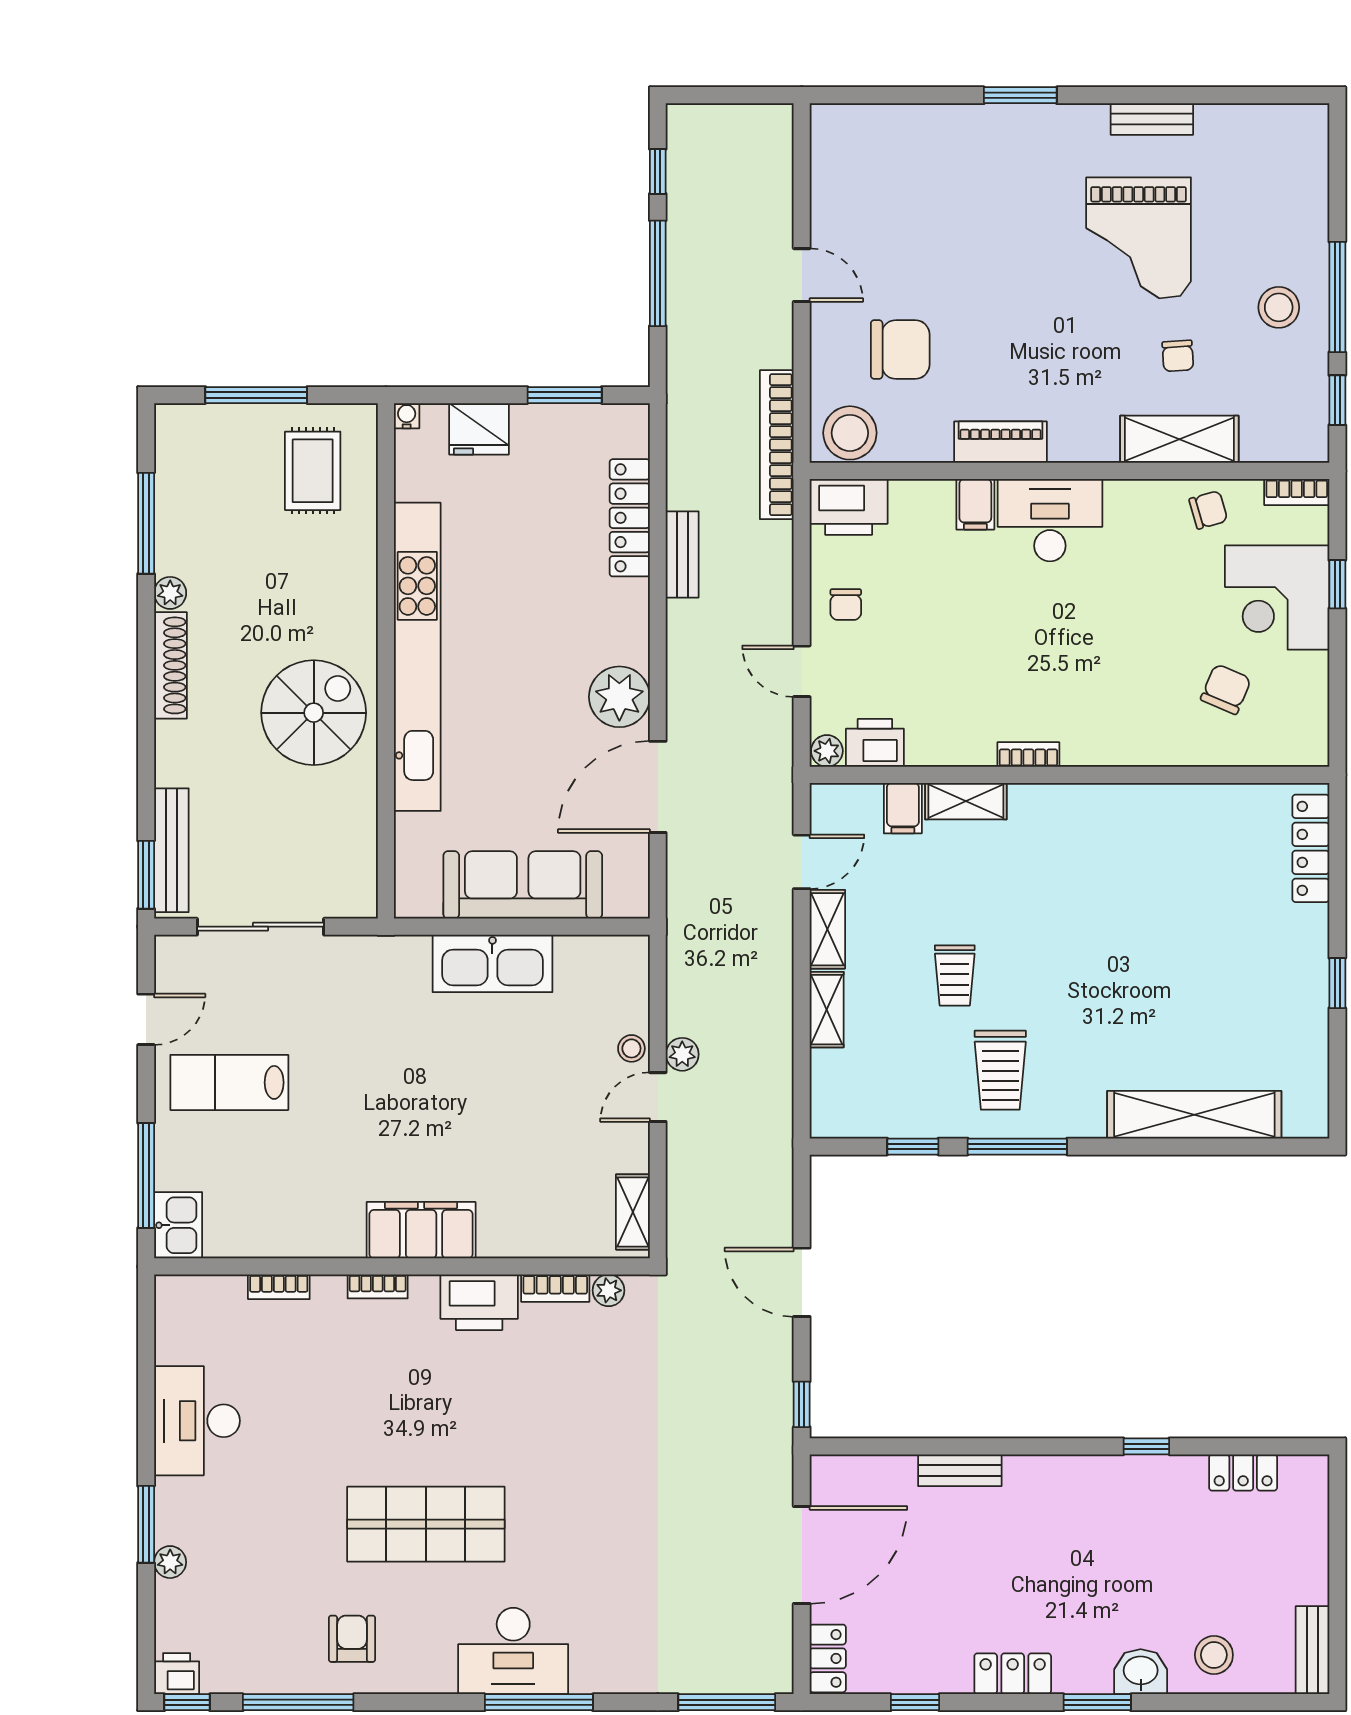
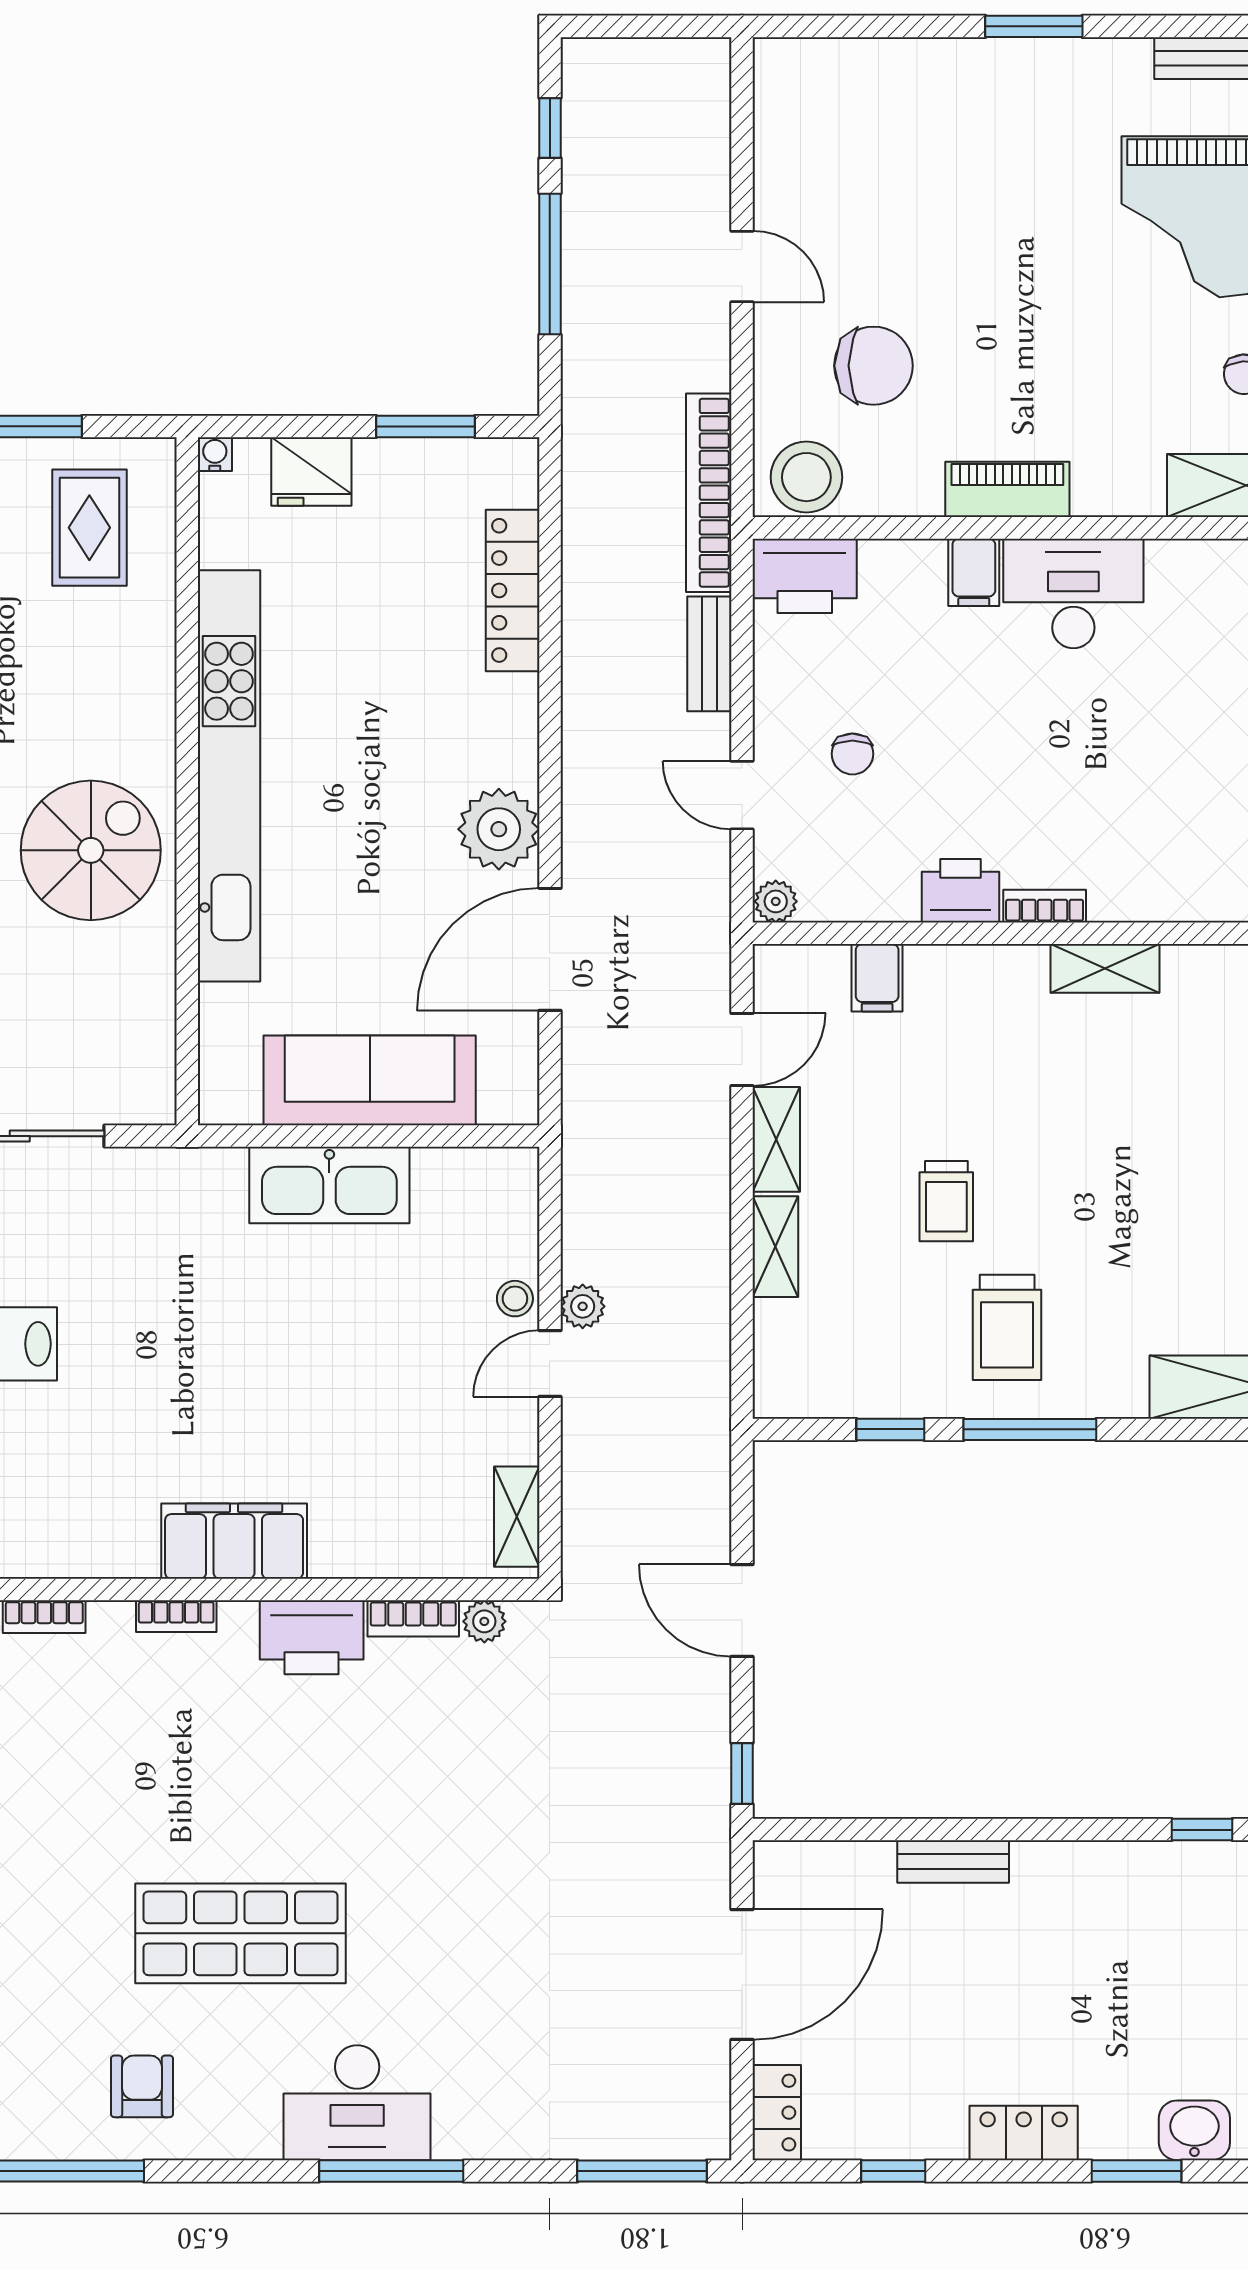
bench: (682, 554) -> (709, 654), moved
chair: (846, 604) -> (852, 754), moved
printer: (875, 743) -> (960, 891), moved
shelving: (966, 801) -> (1105, 968), moved

